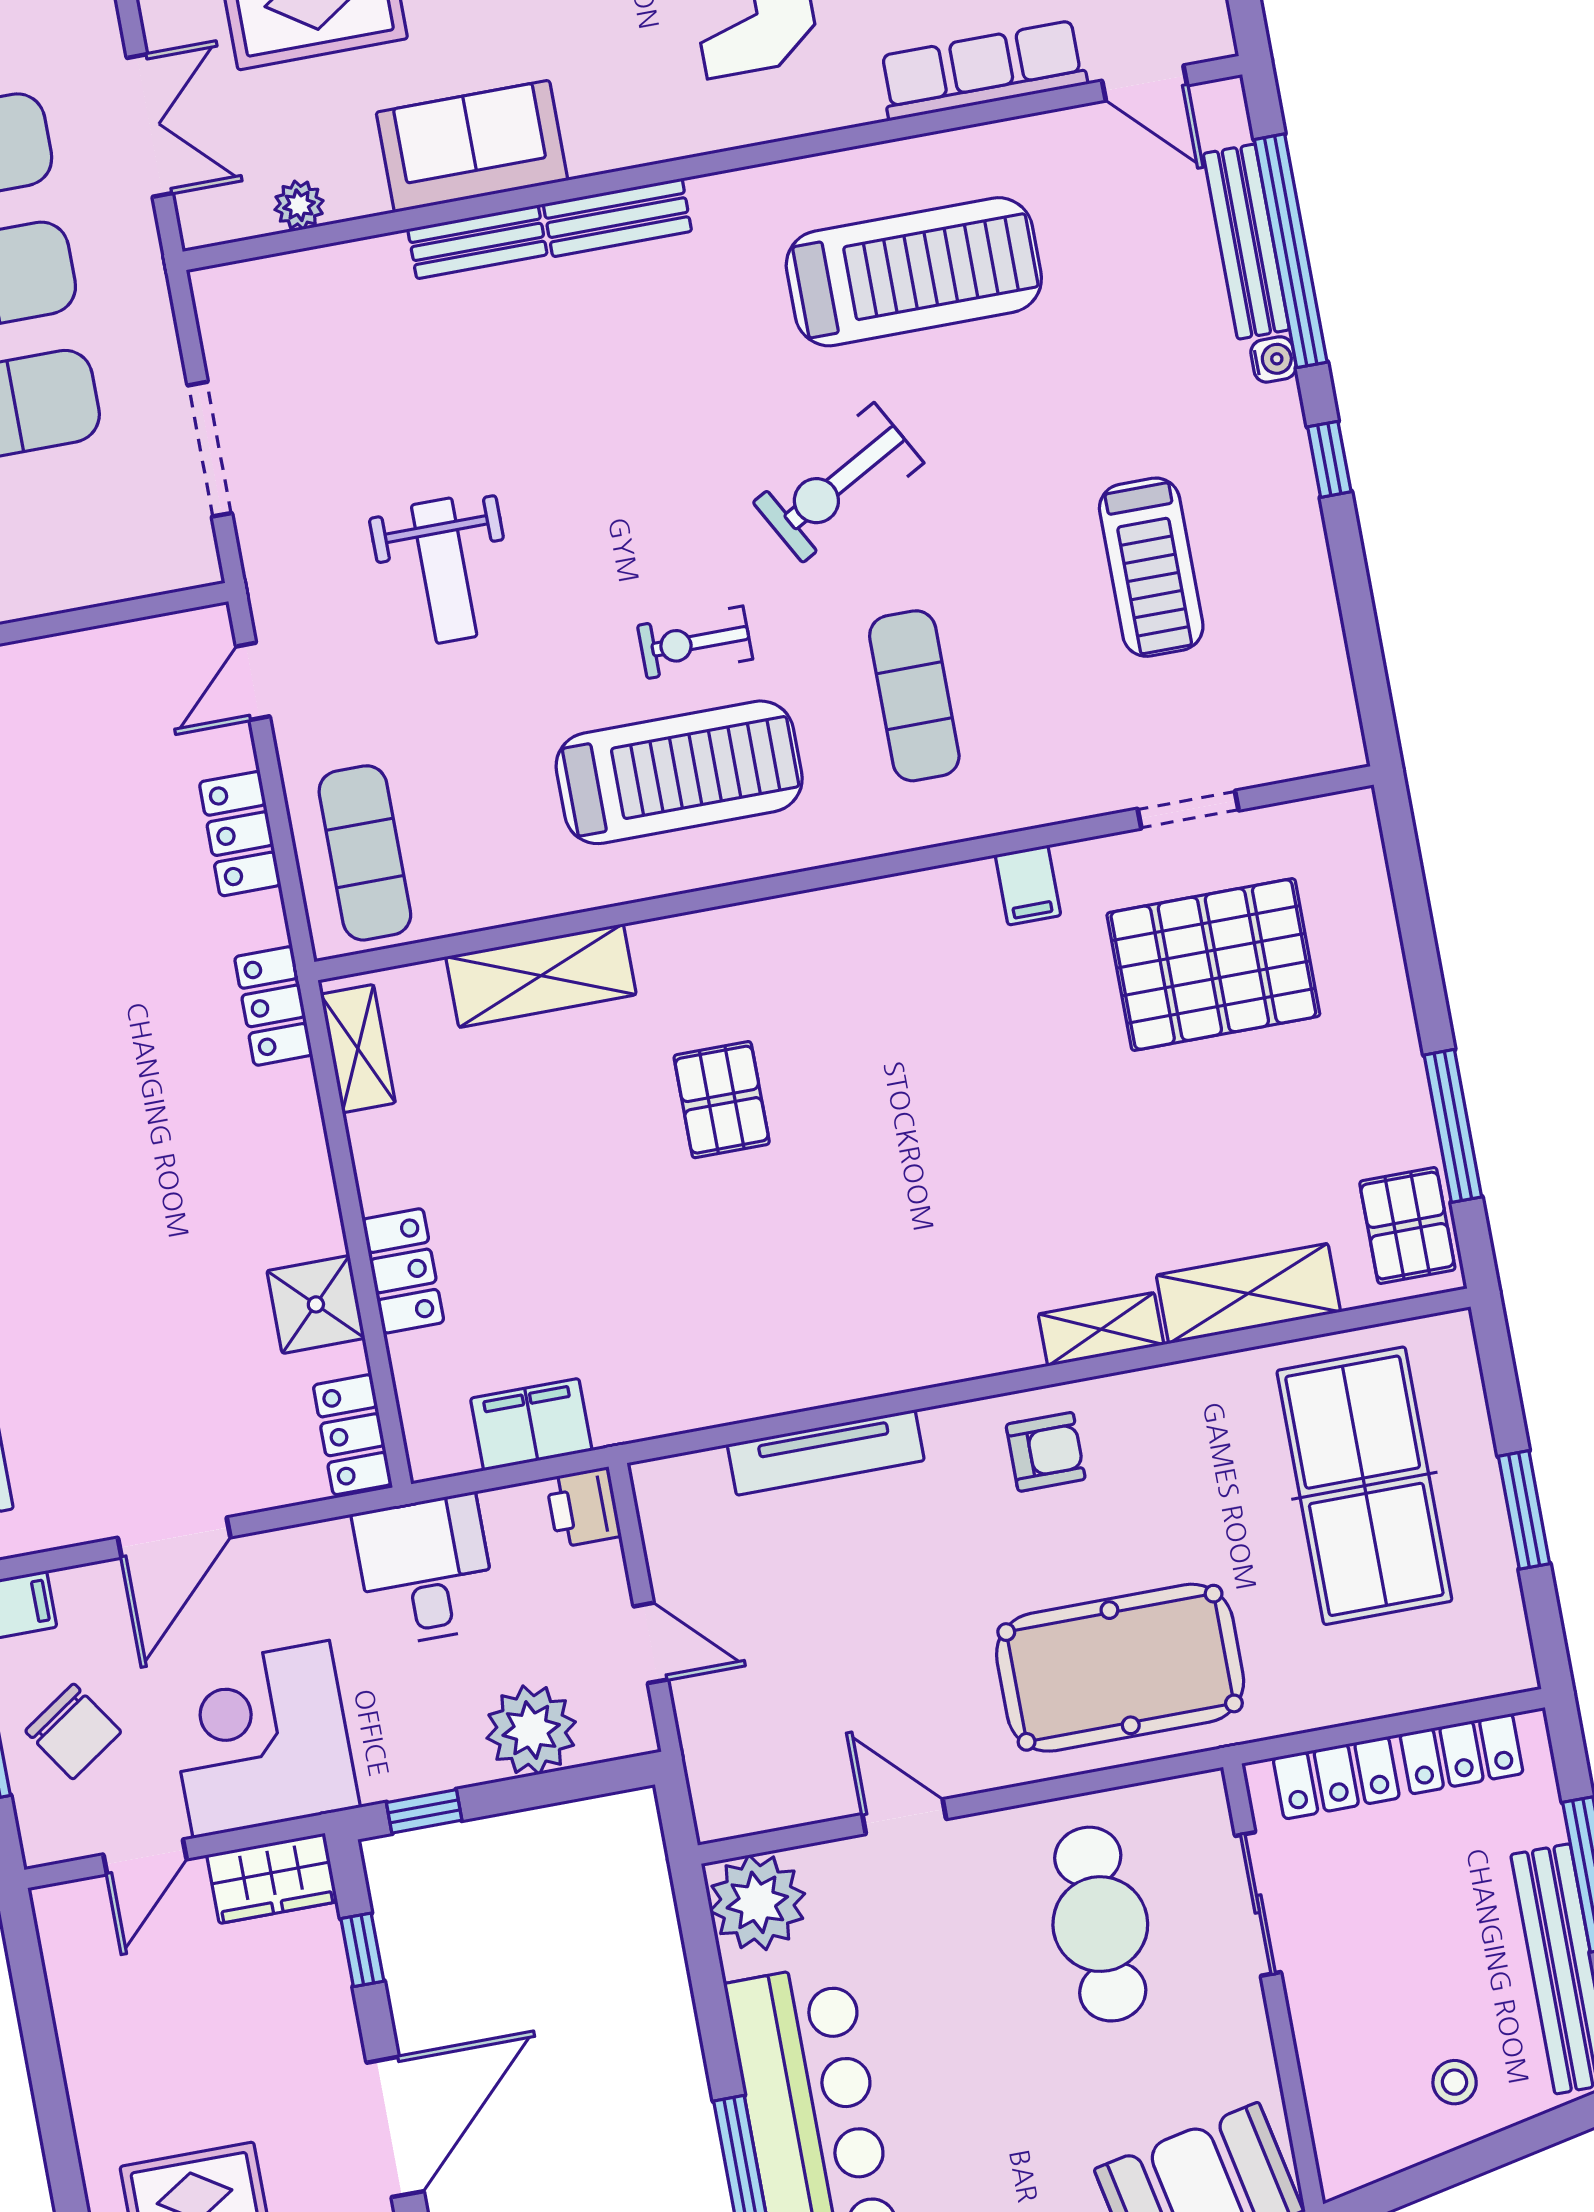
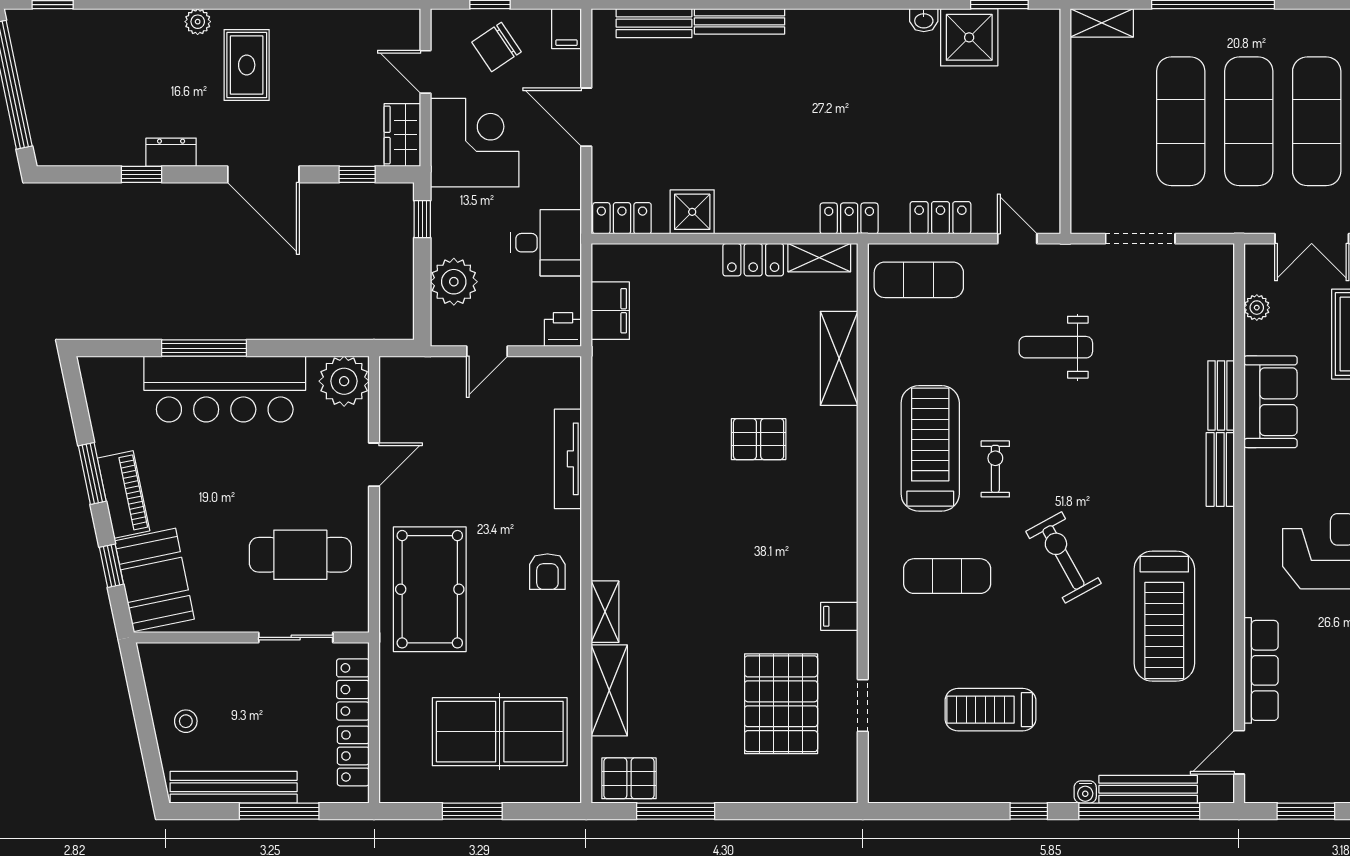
treadmill: (679, 772) -> (930, 448), turned 180
locker: (403, 1271) -> (753, 260), moved

